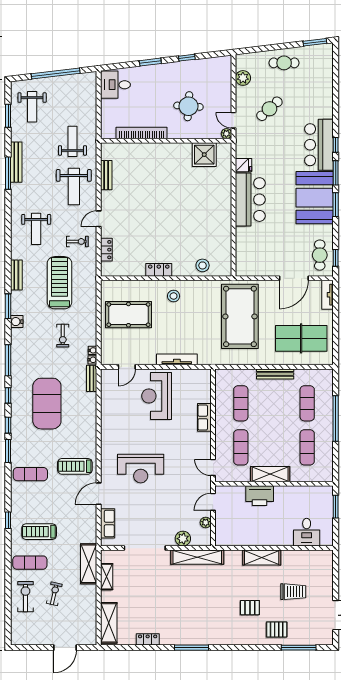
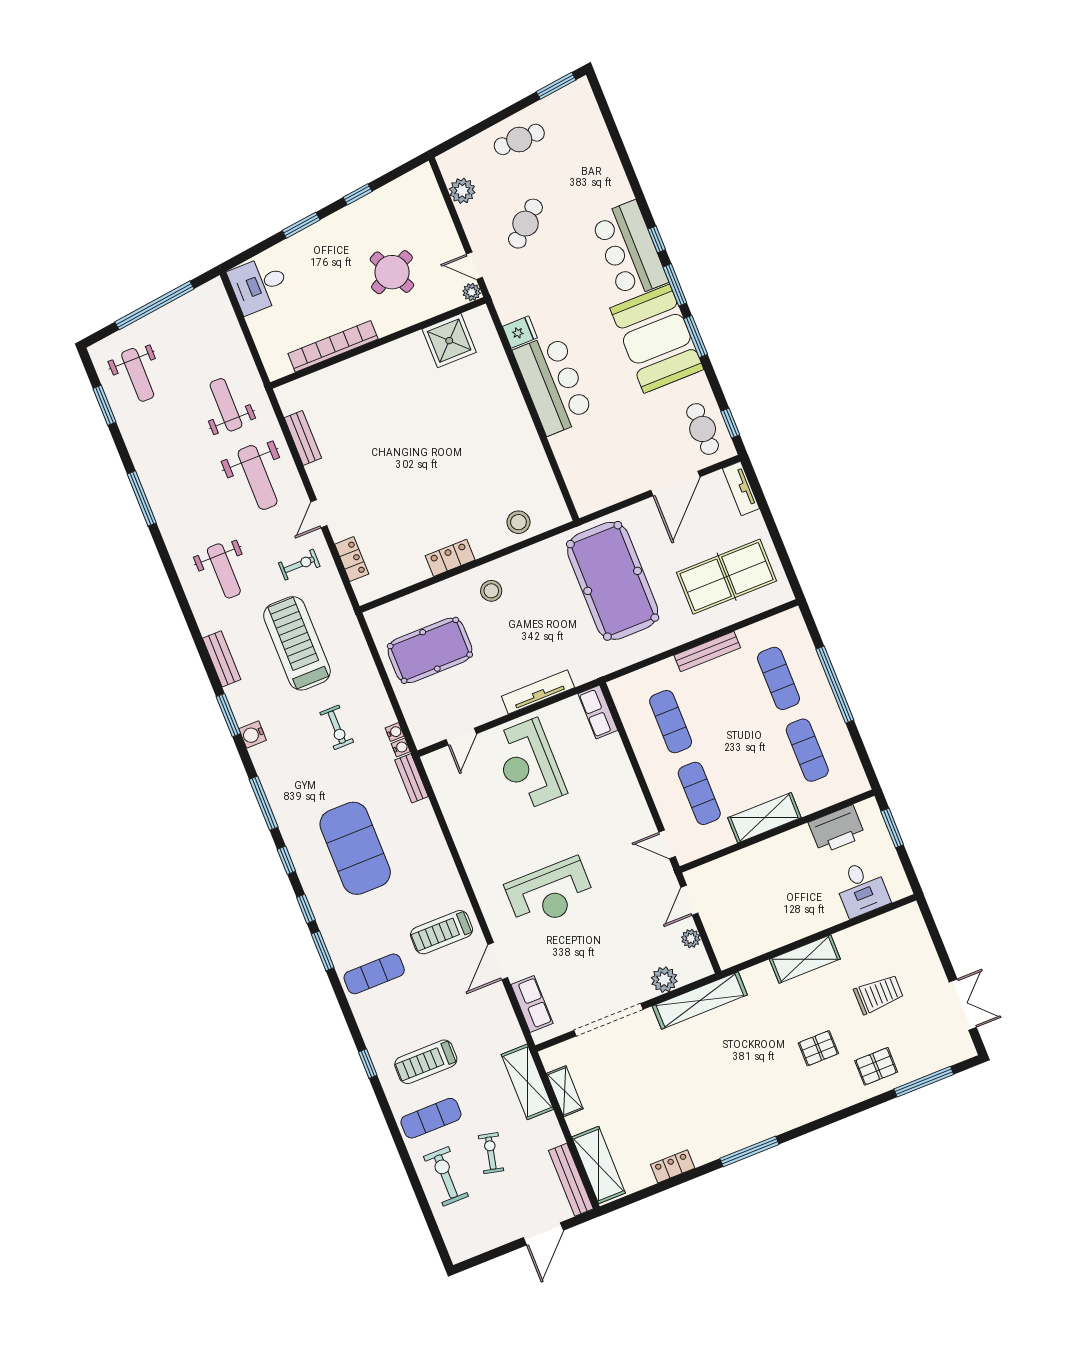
round table: (188, 106) -> (392, 272), turned -30
bench: (16, 162) -> (571, 1180), moved
row of seats: (204, 417) -> (598, 712), moved
printer: (260, 496) -> (837, 829), moved

